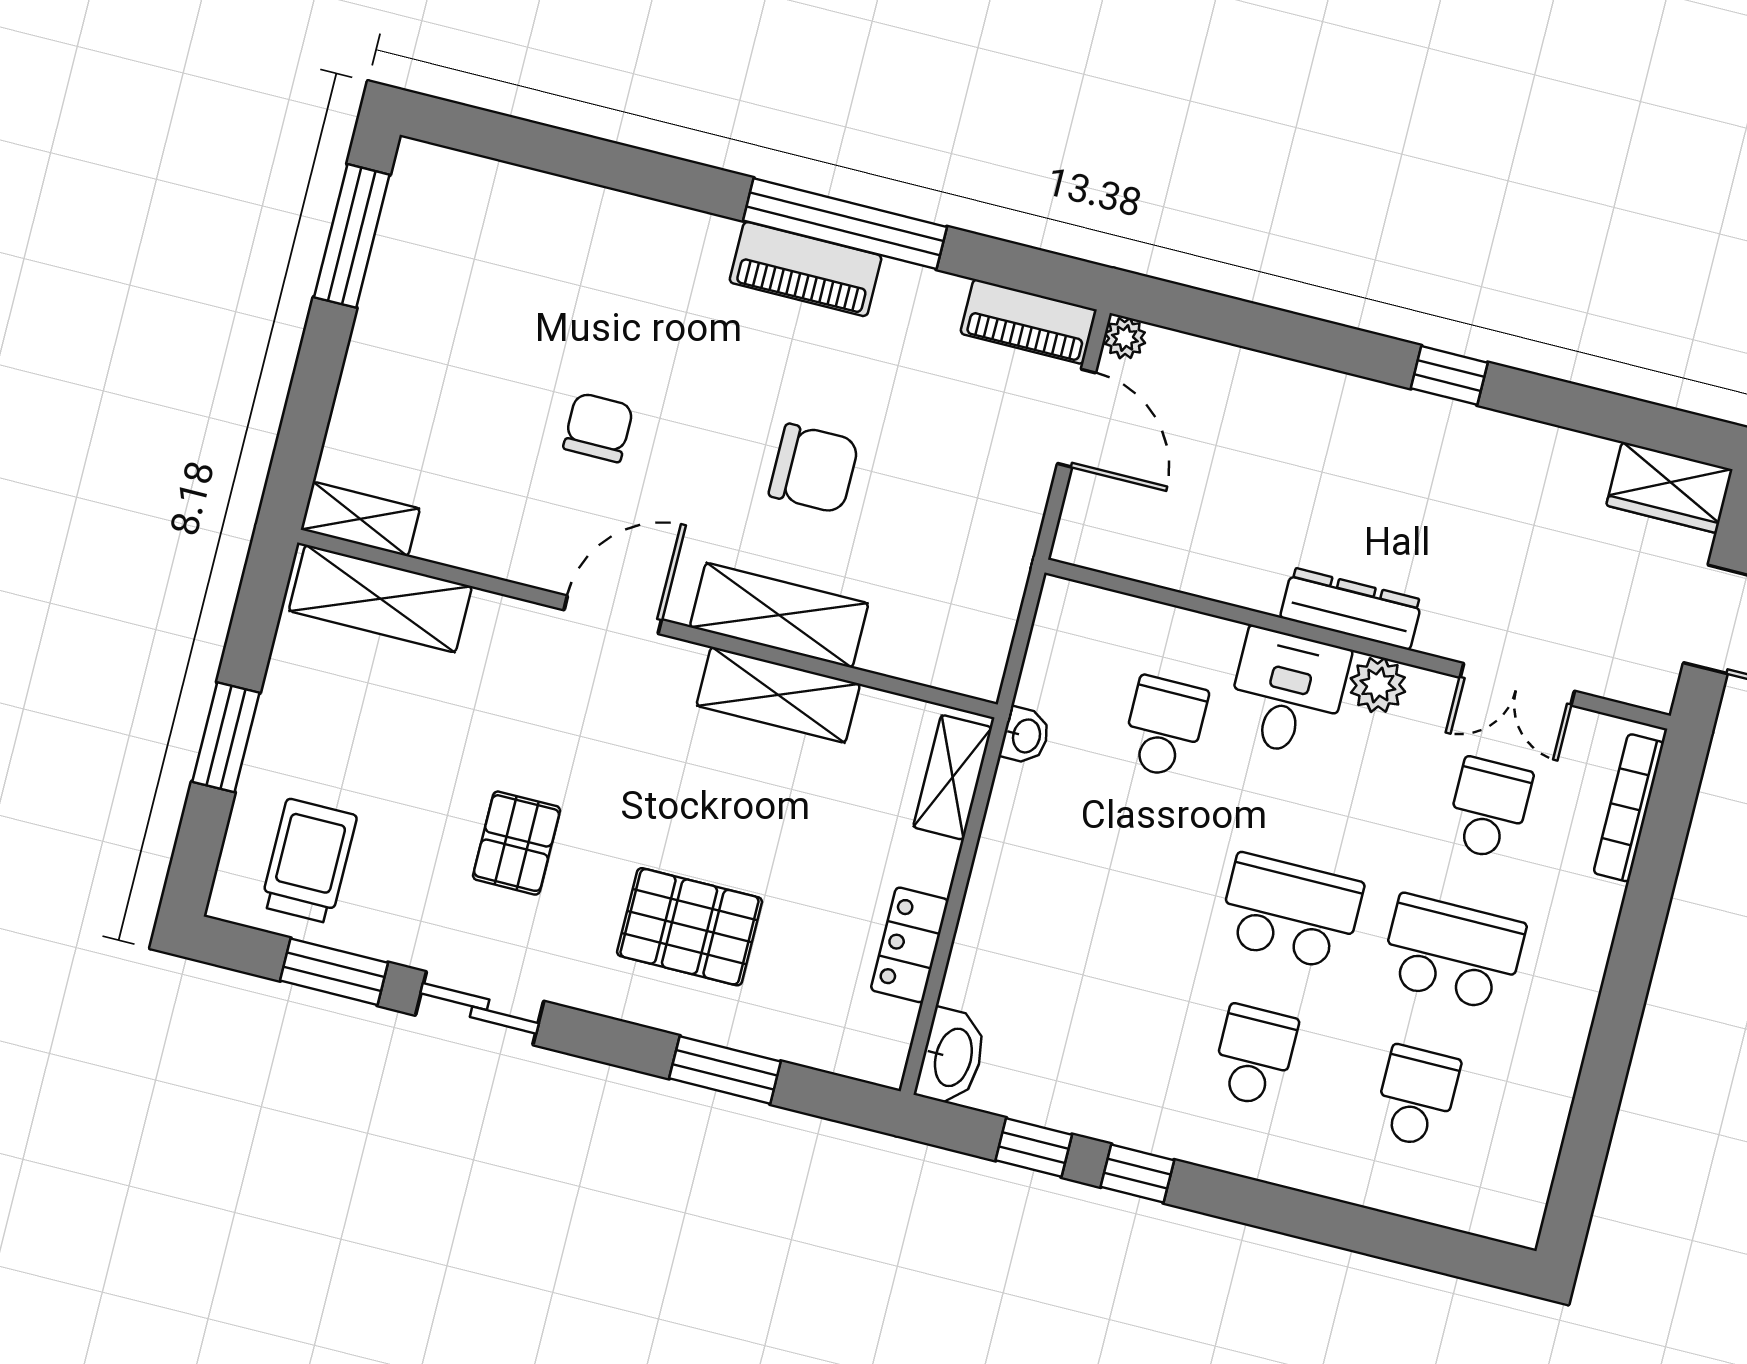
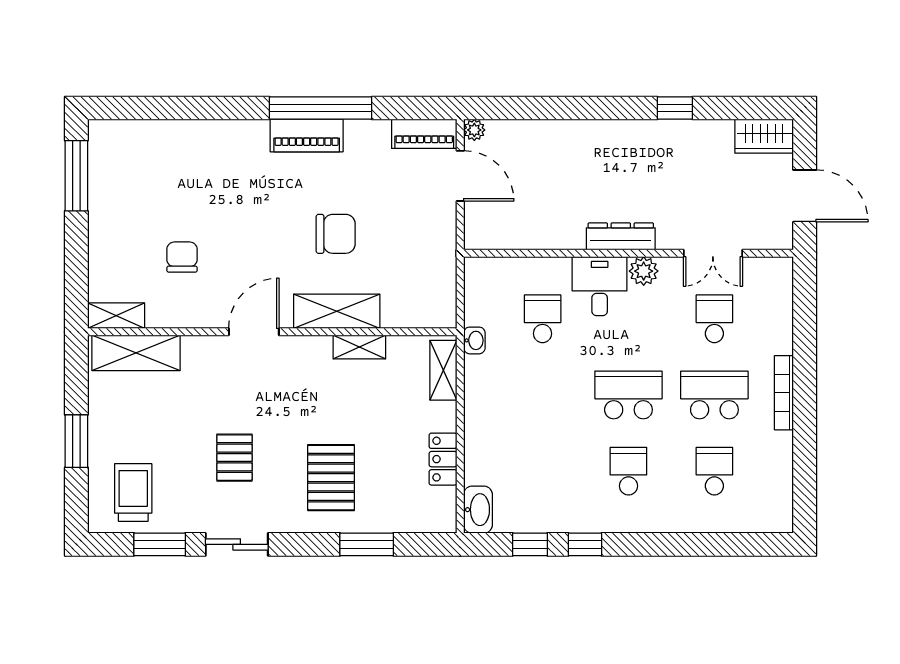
window: (1449, 375) -> (675, 108), moved
chair: (598, 427) -> (182, 257), moved
shelving: (778, 695) -> (359, 347), width x0.67, depth x0.75
bookcase: (1629, 808) -> (784, 393), moved
pallet: (690, 927) -> (331, 478), turned 90

